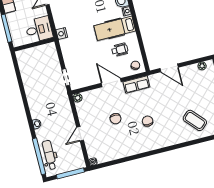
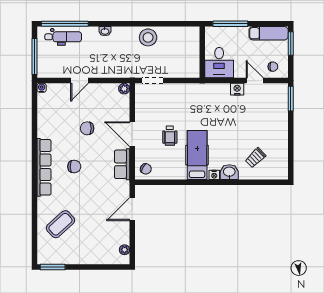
nightstand: (62, 34) -> (237, 89), moved
wheelchair: (120, 50) -> (170, 136), moved
door: (111, 83) -> (132, 134), swing flipped
stool: (33, 89) -> (148, 37), added
door: (80, 134) -> (80, 81), swing flipped
row of seats: (154, 144) -> (44, 167), added

